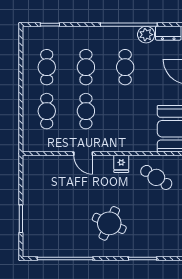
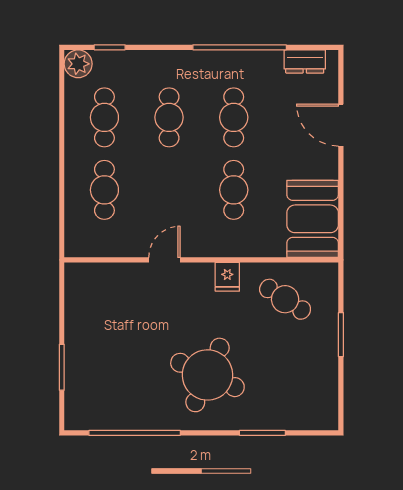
plant: (146, 35) -> (78, 64), moved
cafe table: (86, 111) -> (234, 190), moved
door: (83, 154) -> (164, 260), swing flipped
round table: (109, 223) -> (207, 375), width x1.36, depth x1.36

